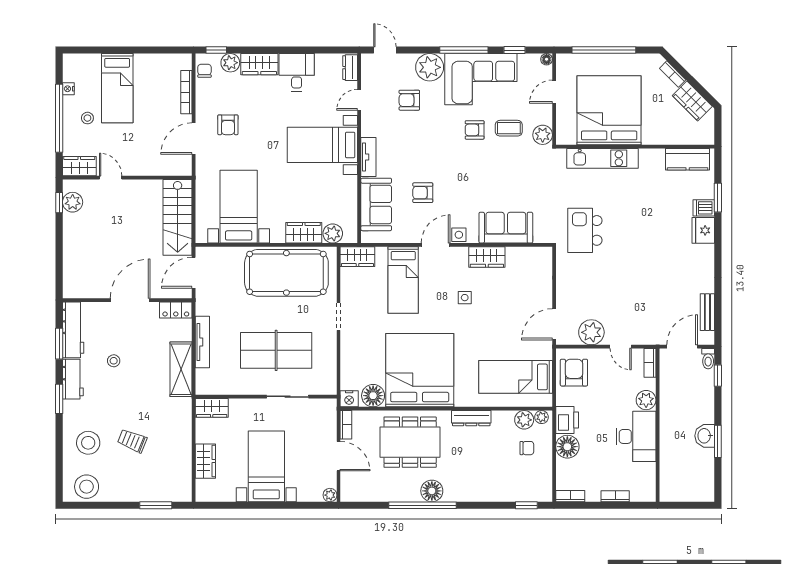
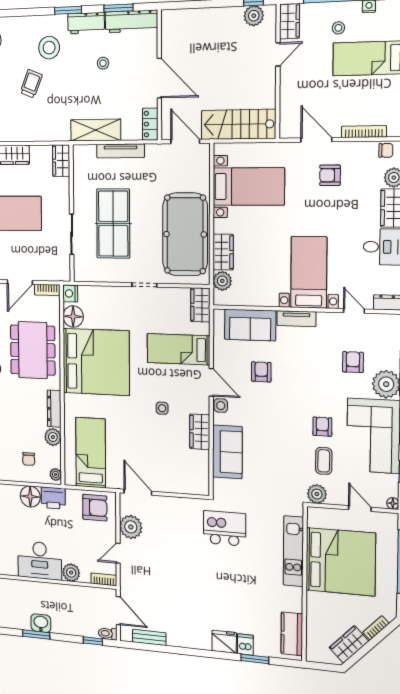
plant: (524, 420) -> (53, 437), moved
stool: (88, 443) -> (49, 48), moved

